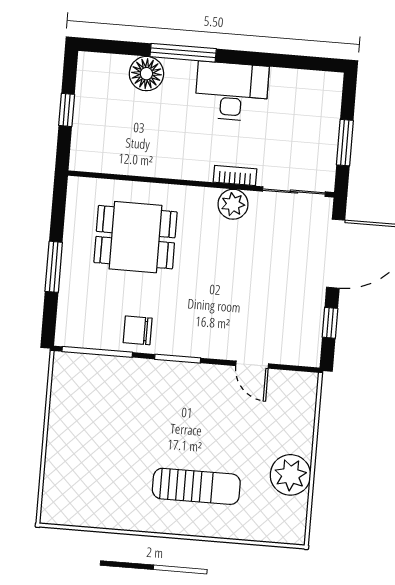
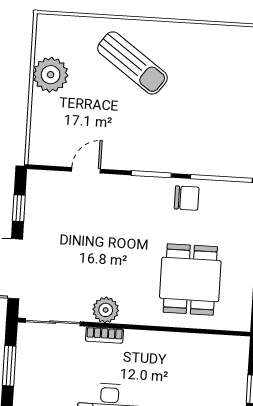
dining table: (135, 237) -> (190, 279), turned 90
door: (252, 365) -> (86, 170), hinge flipped
sun lounger: (196, 486) -> (133, 63), turned -144

